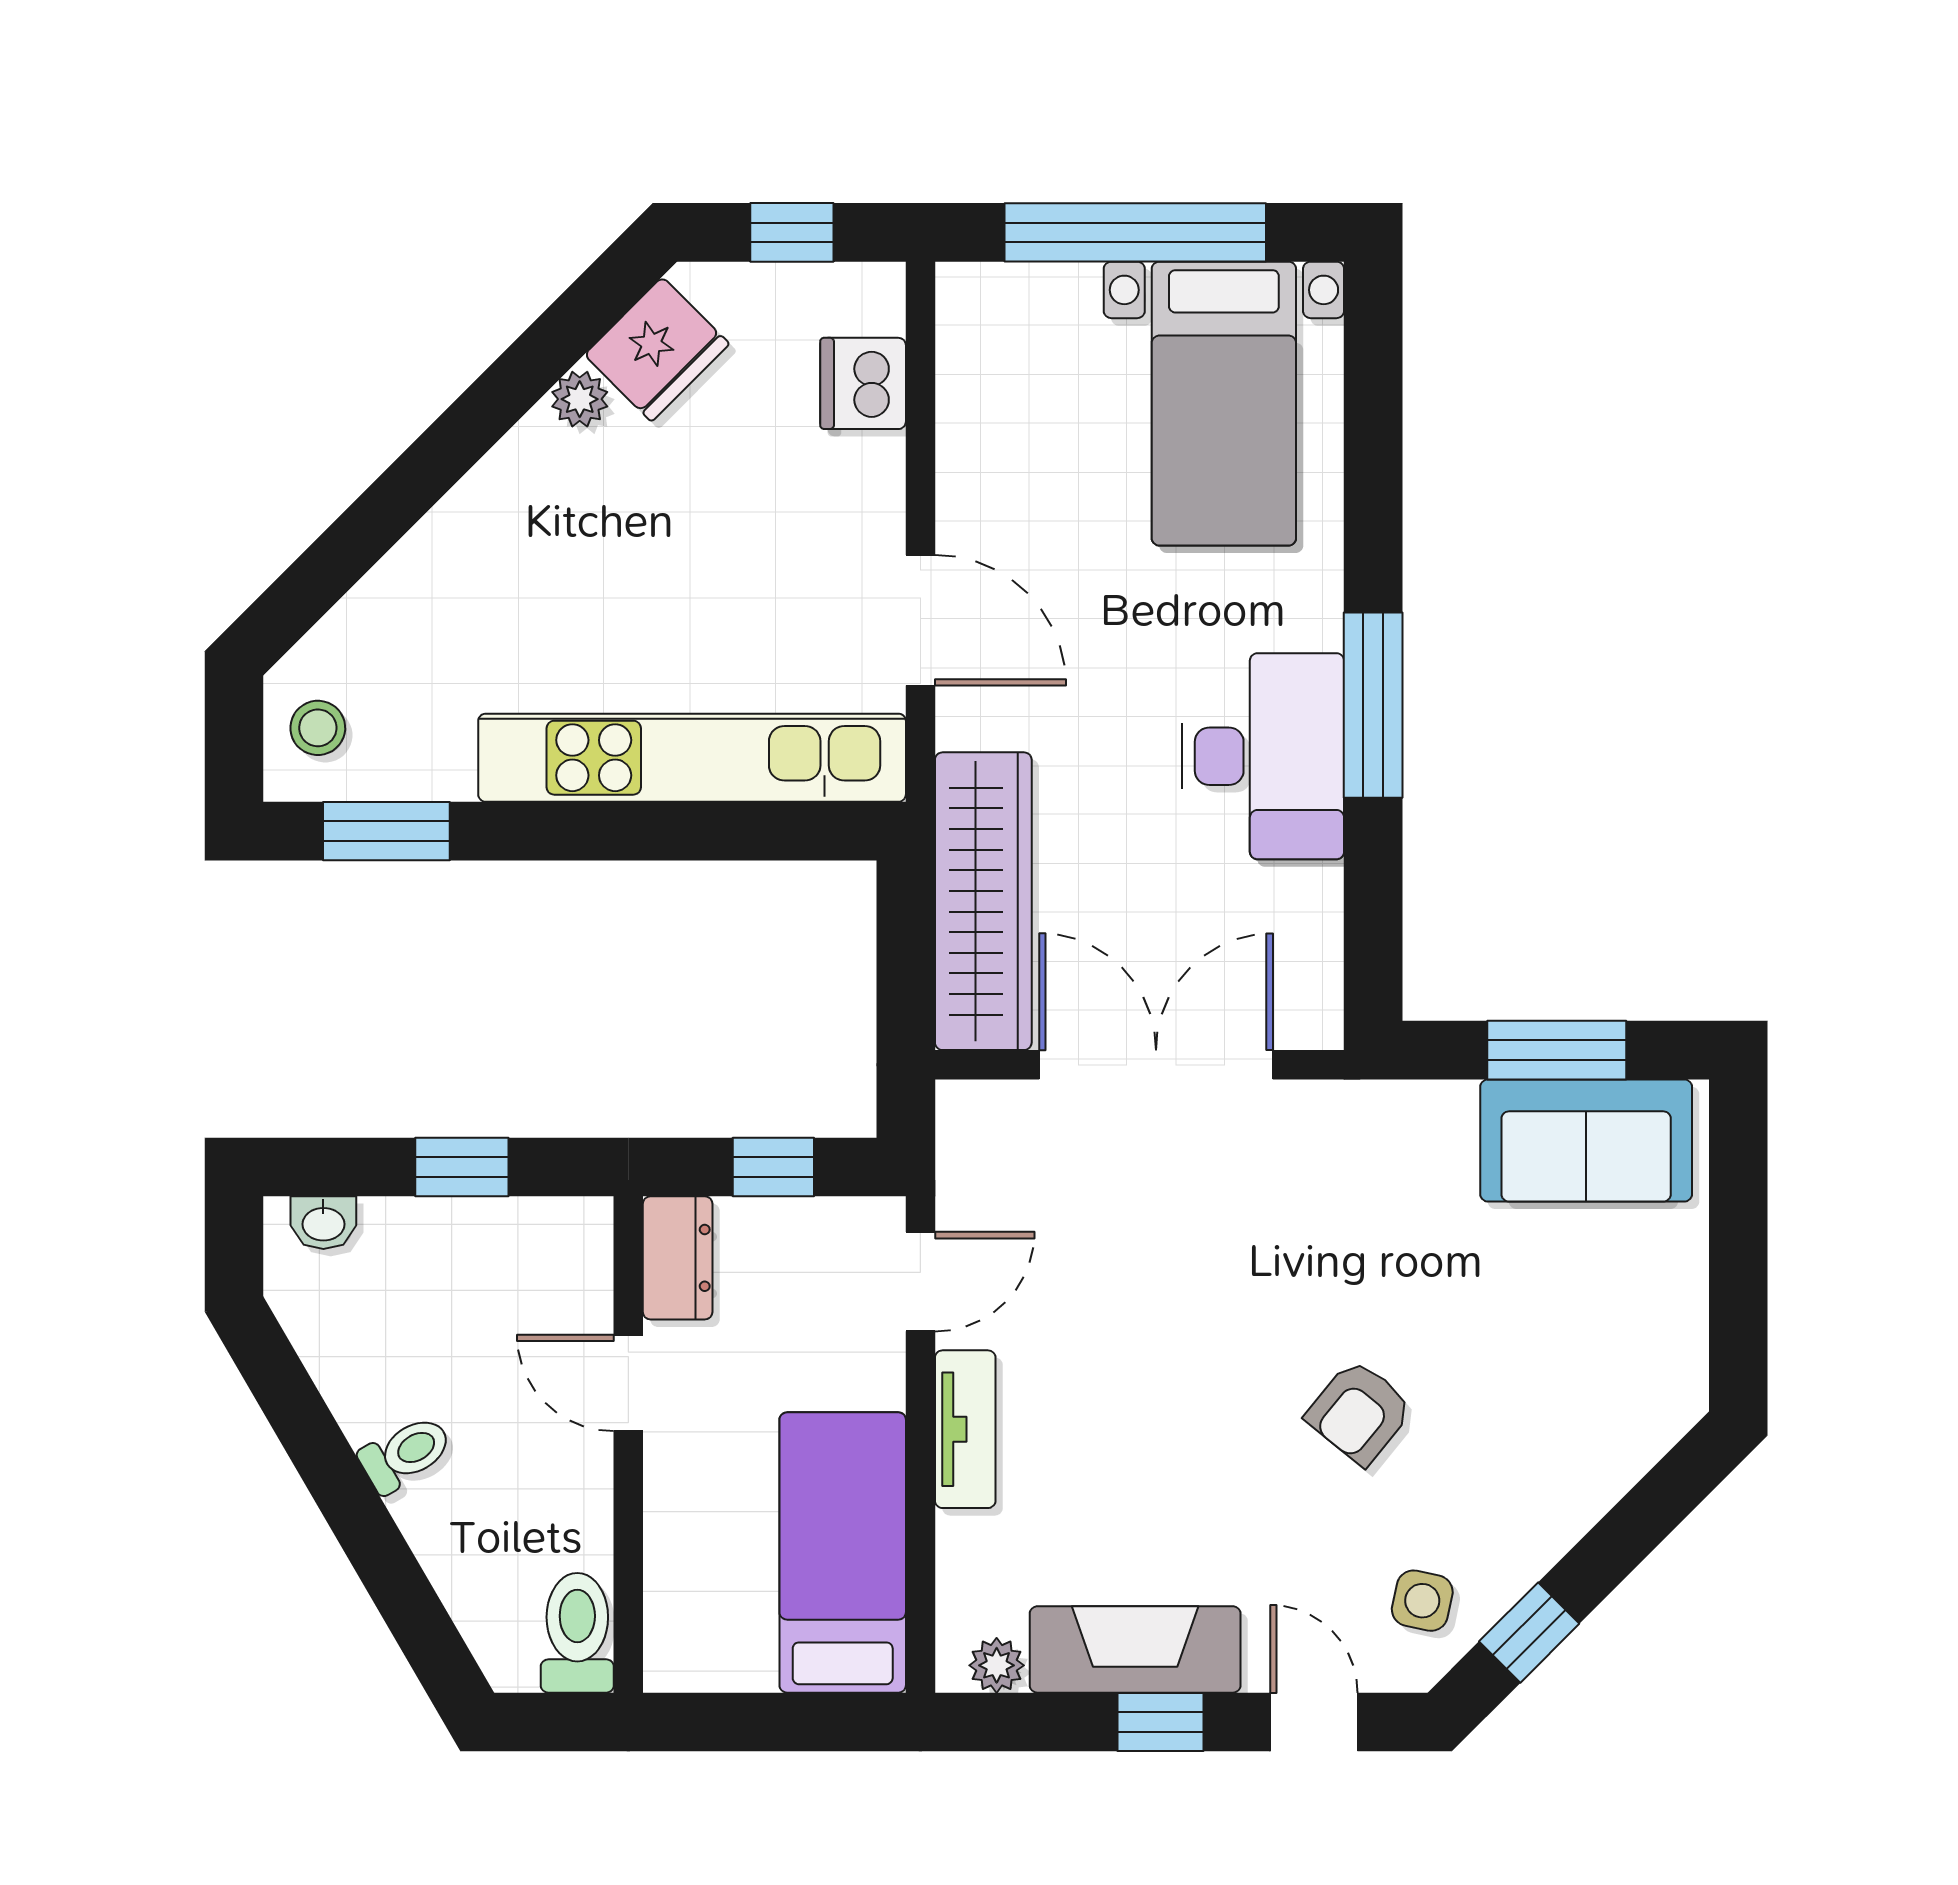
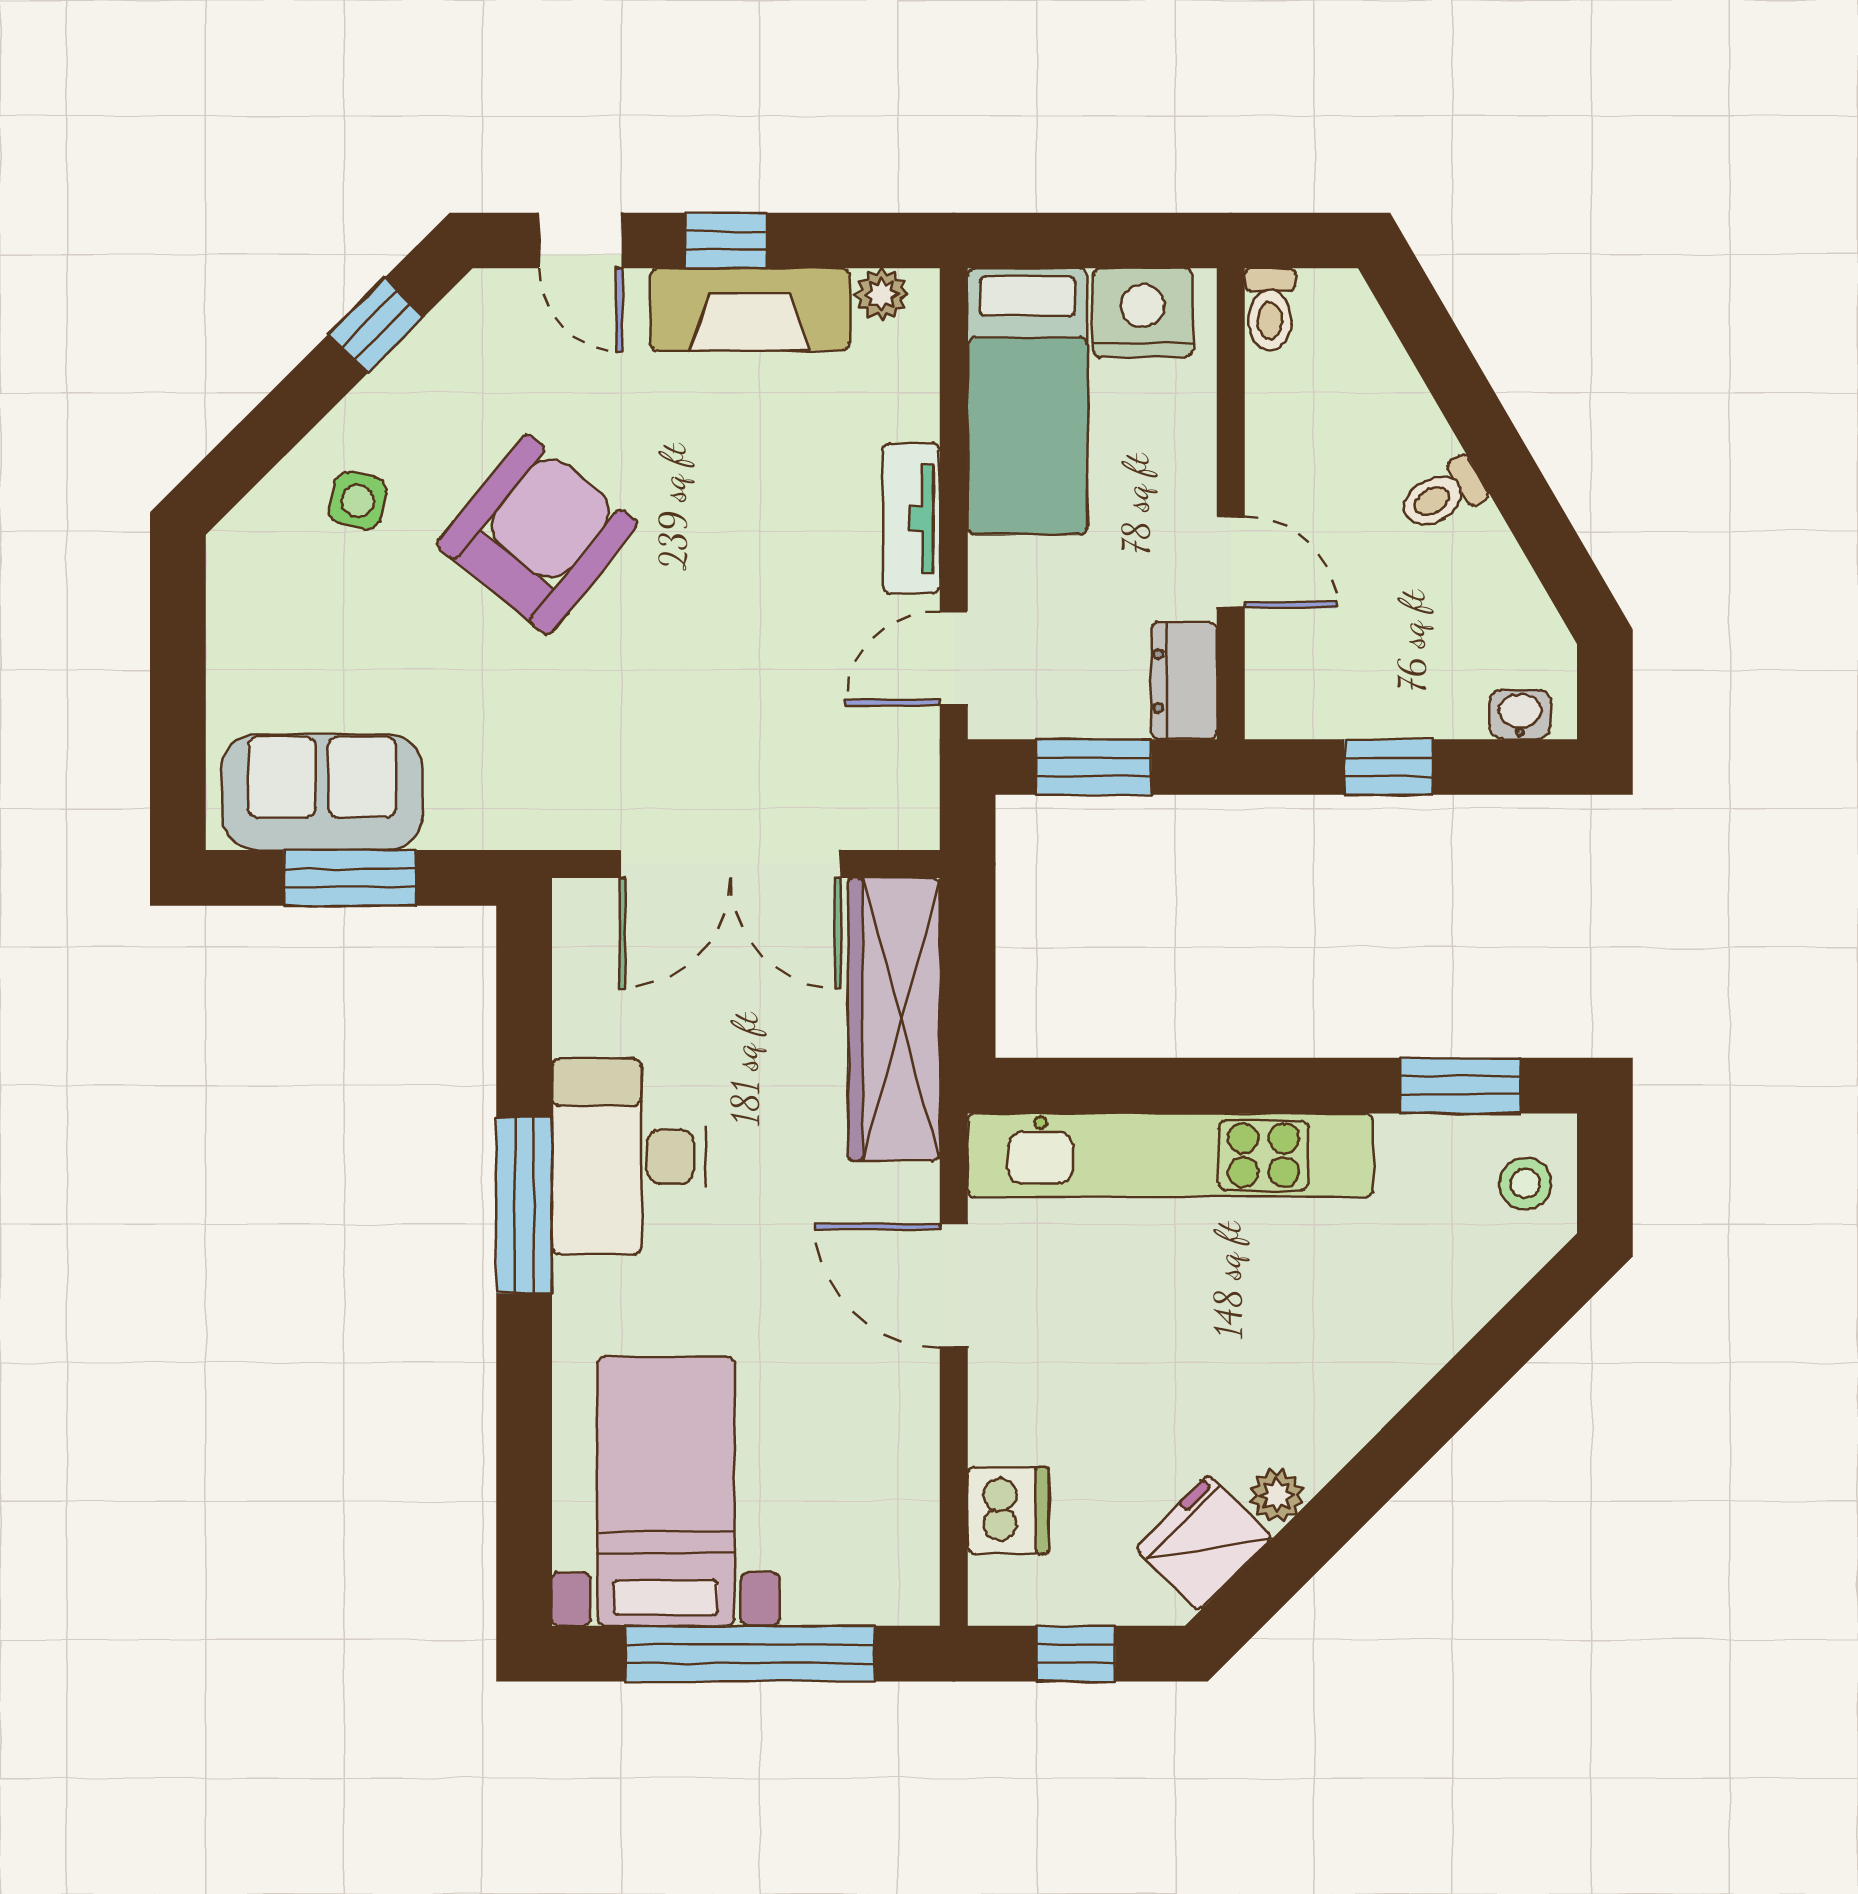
window: (773, 1167) -> (1093, 767), width x1.50
armchair: (1359, 1412) -> (537, 534), width x1.88, depth x1.88
side table: (1422, 1601) -> (358, 501), moved
toilet: (577, 1633) -> (1270, 309), width x0.73, depth x0.72
nightstand: (721, 1646) -> (1143, 313), added

